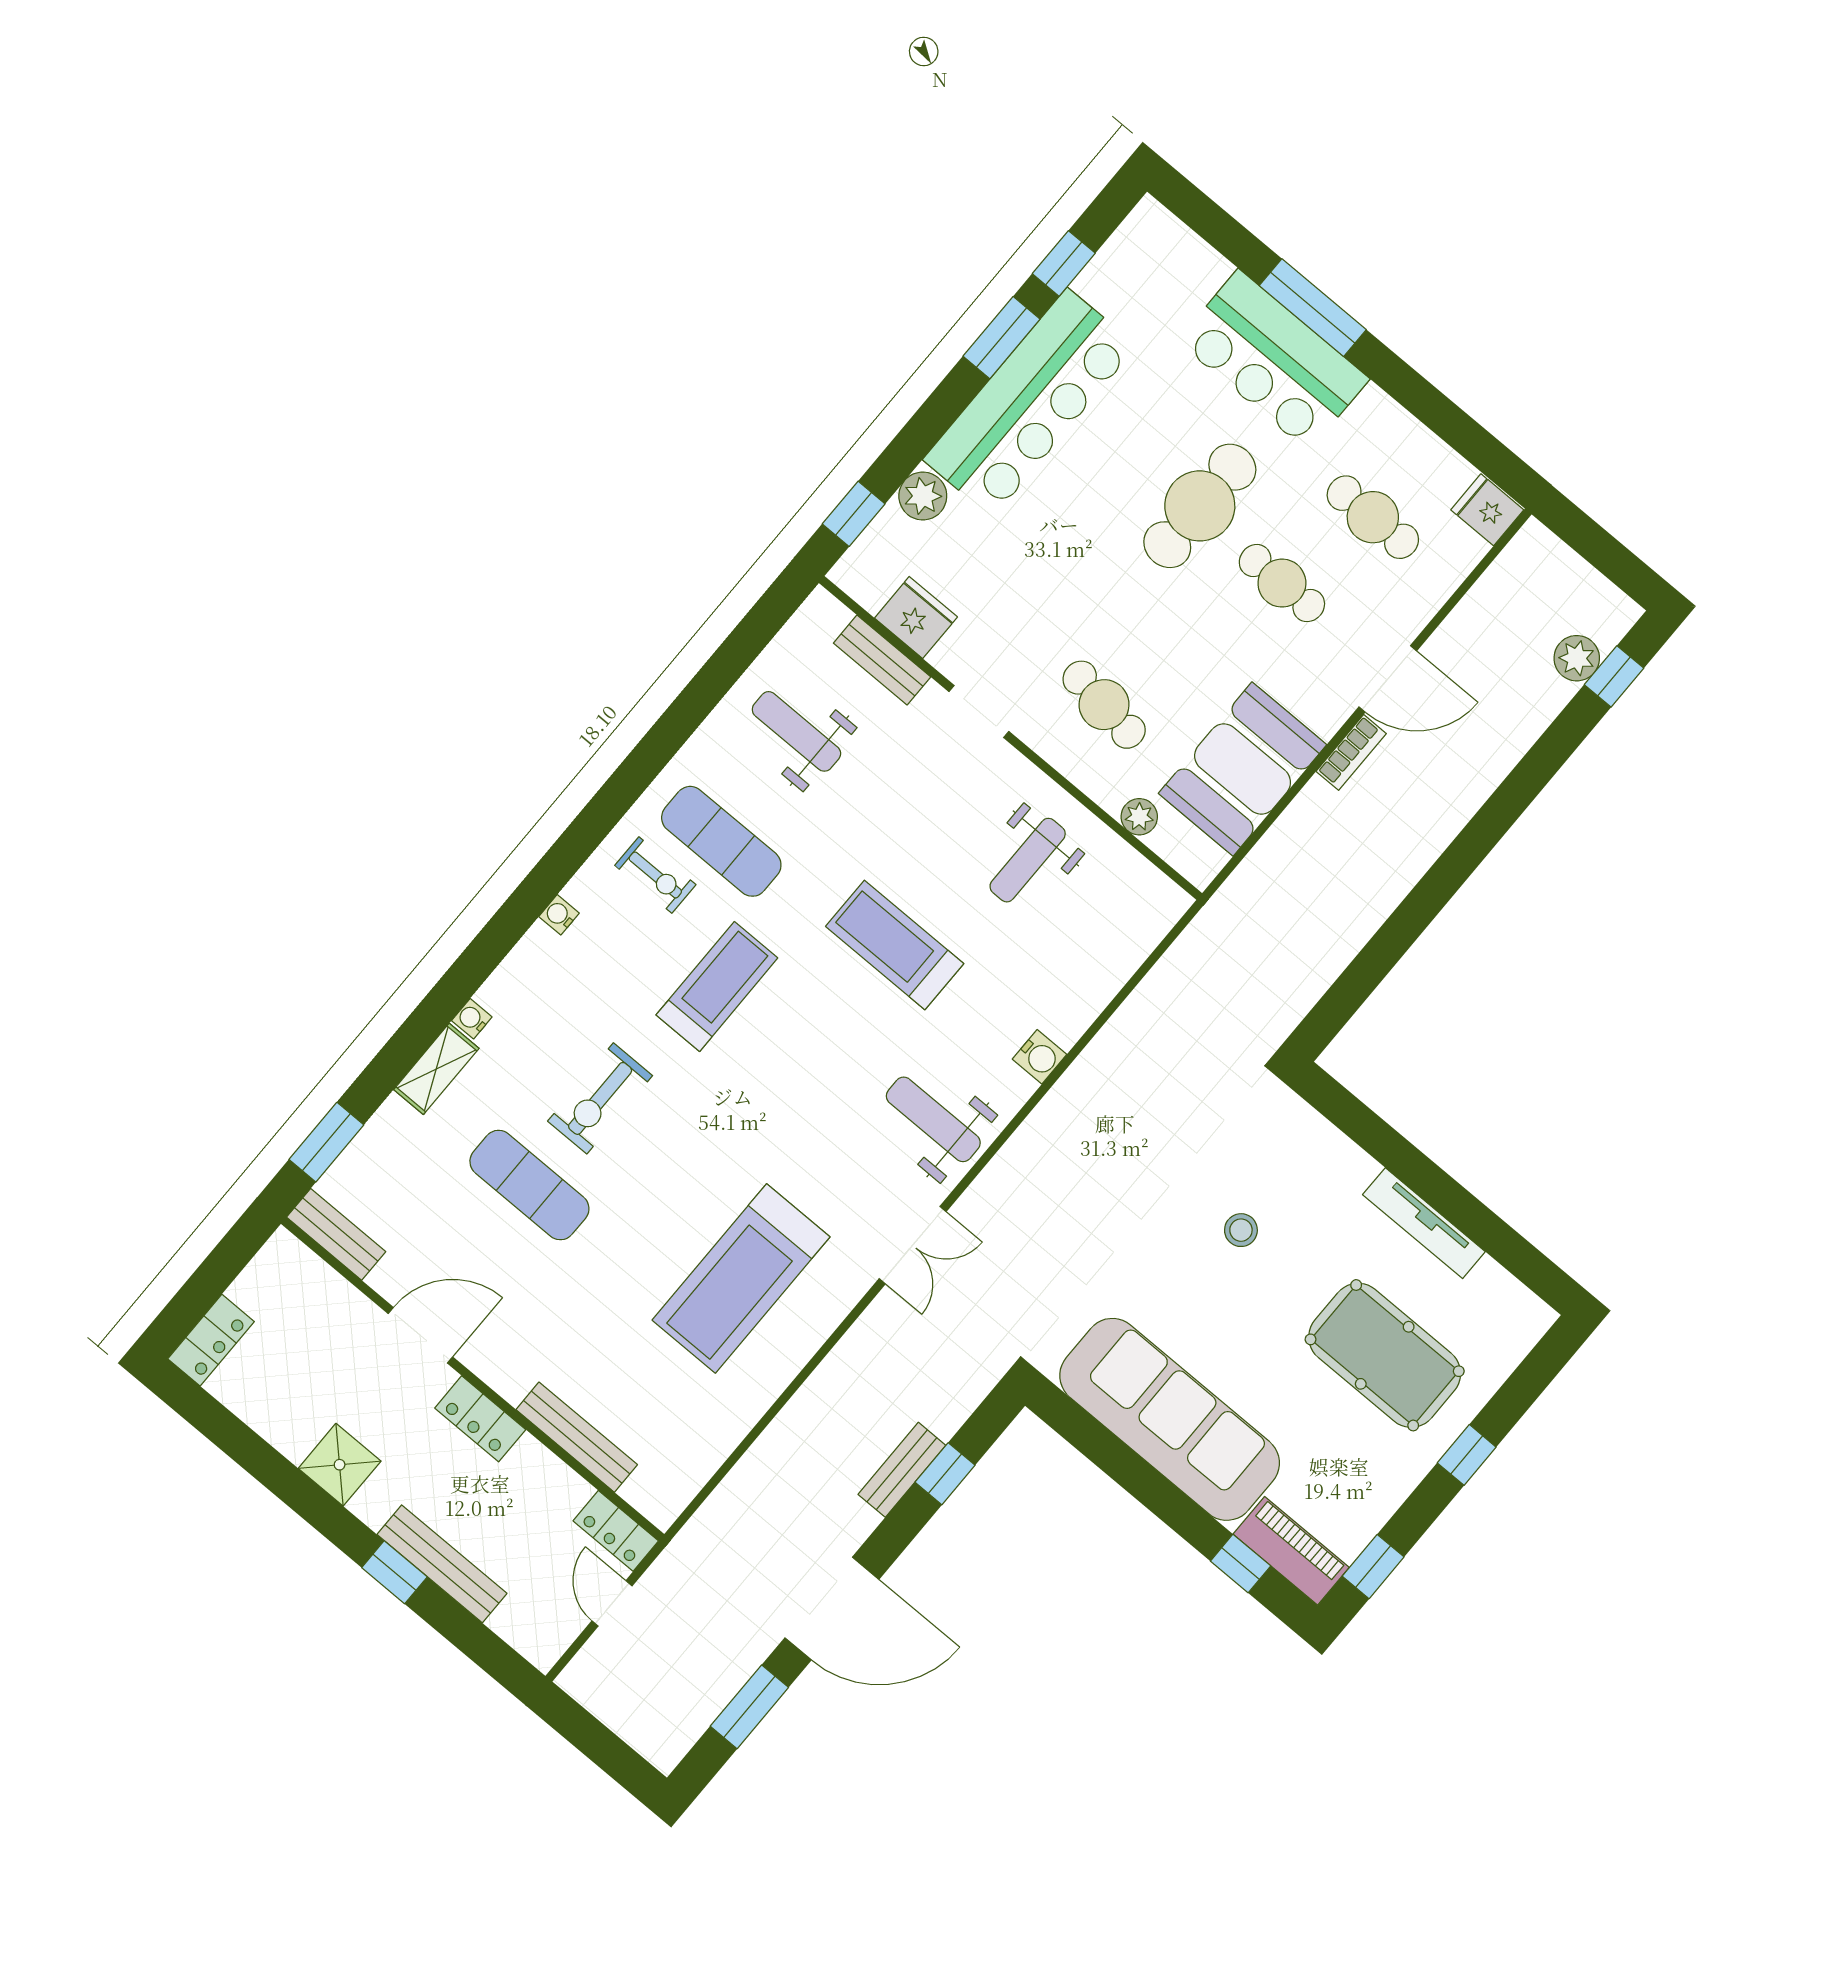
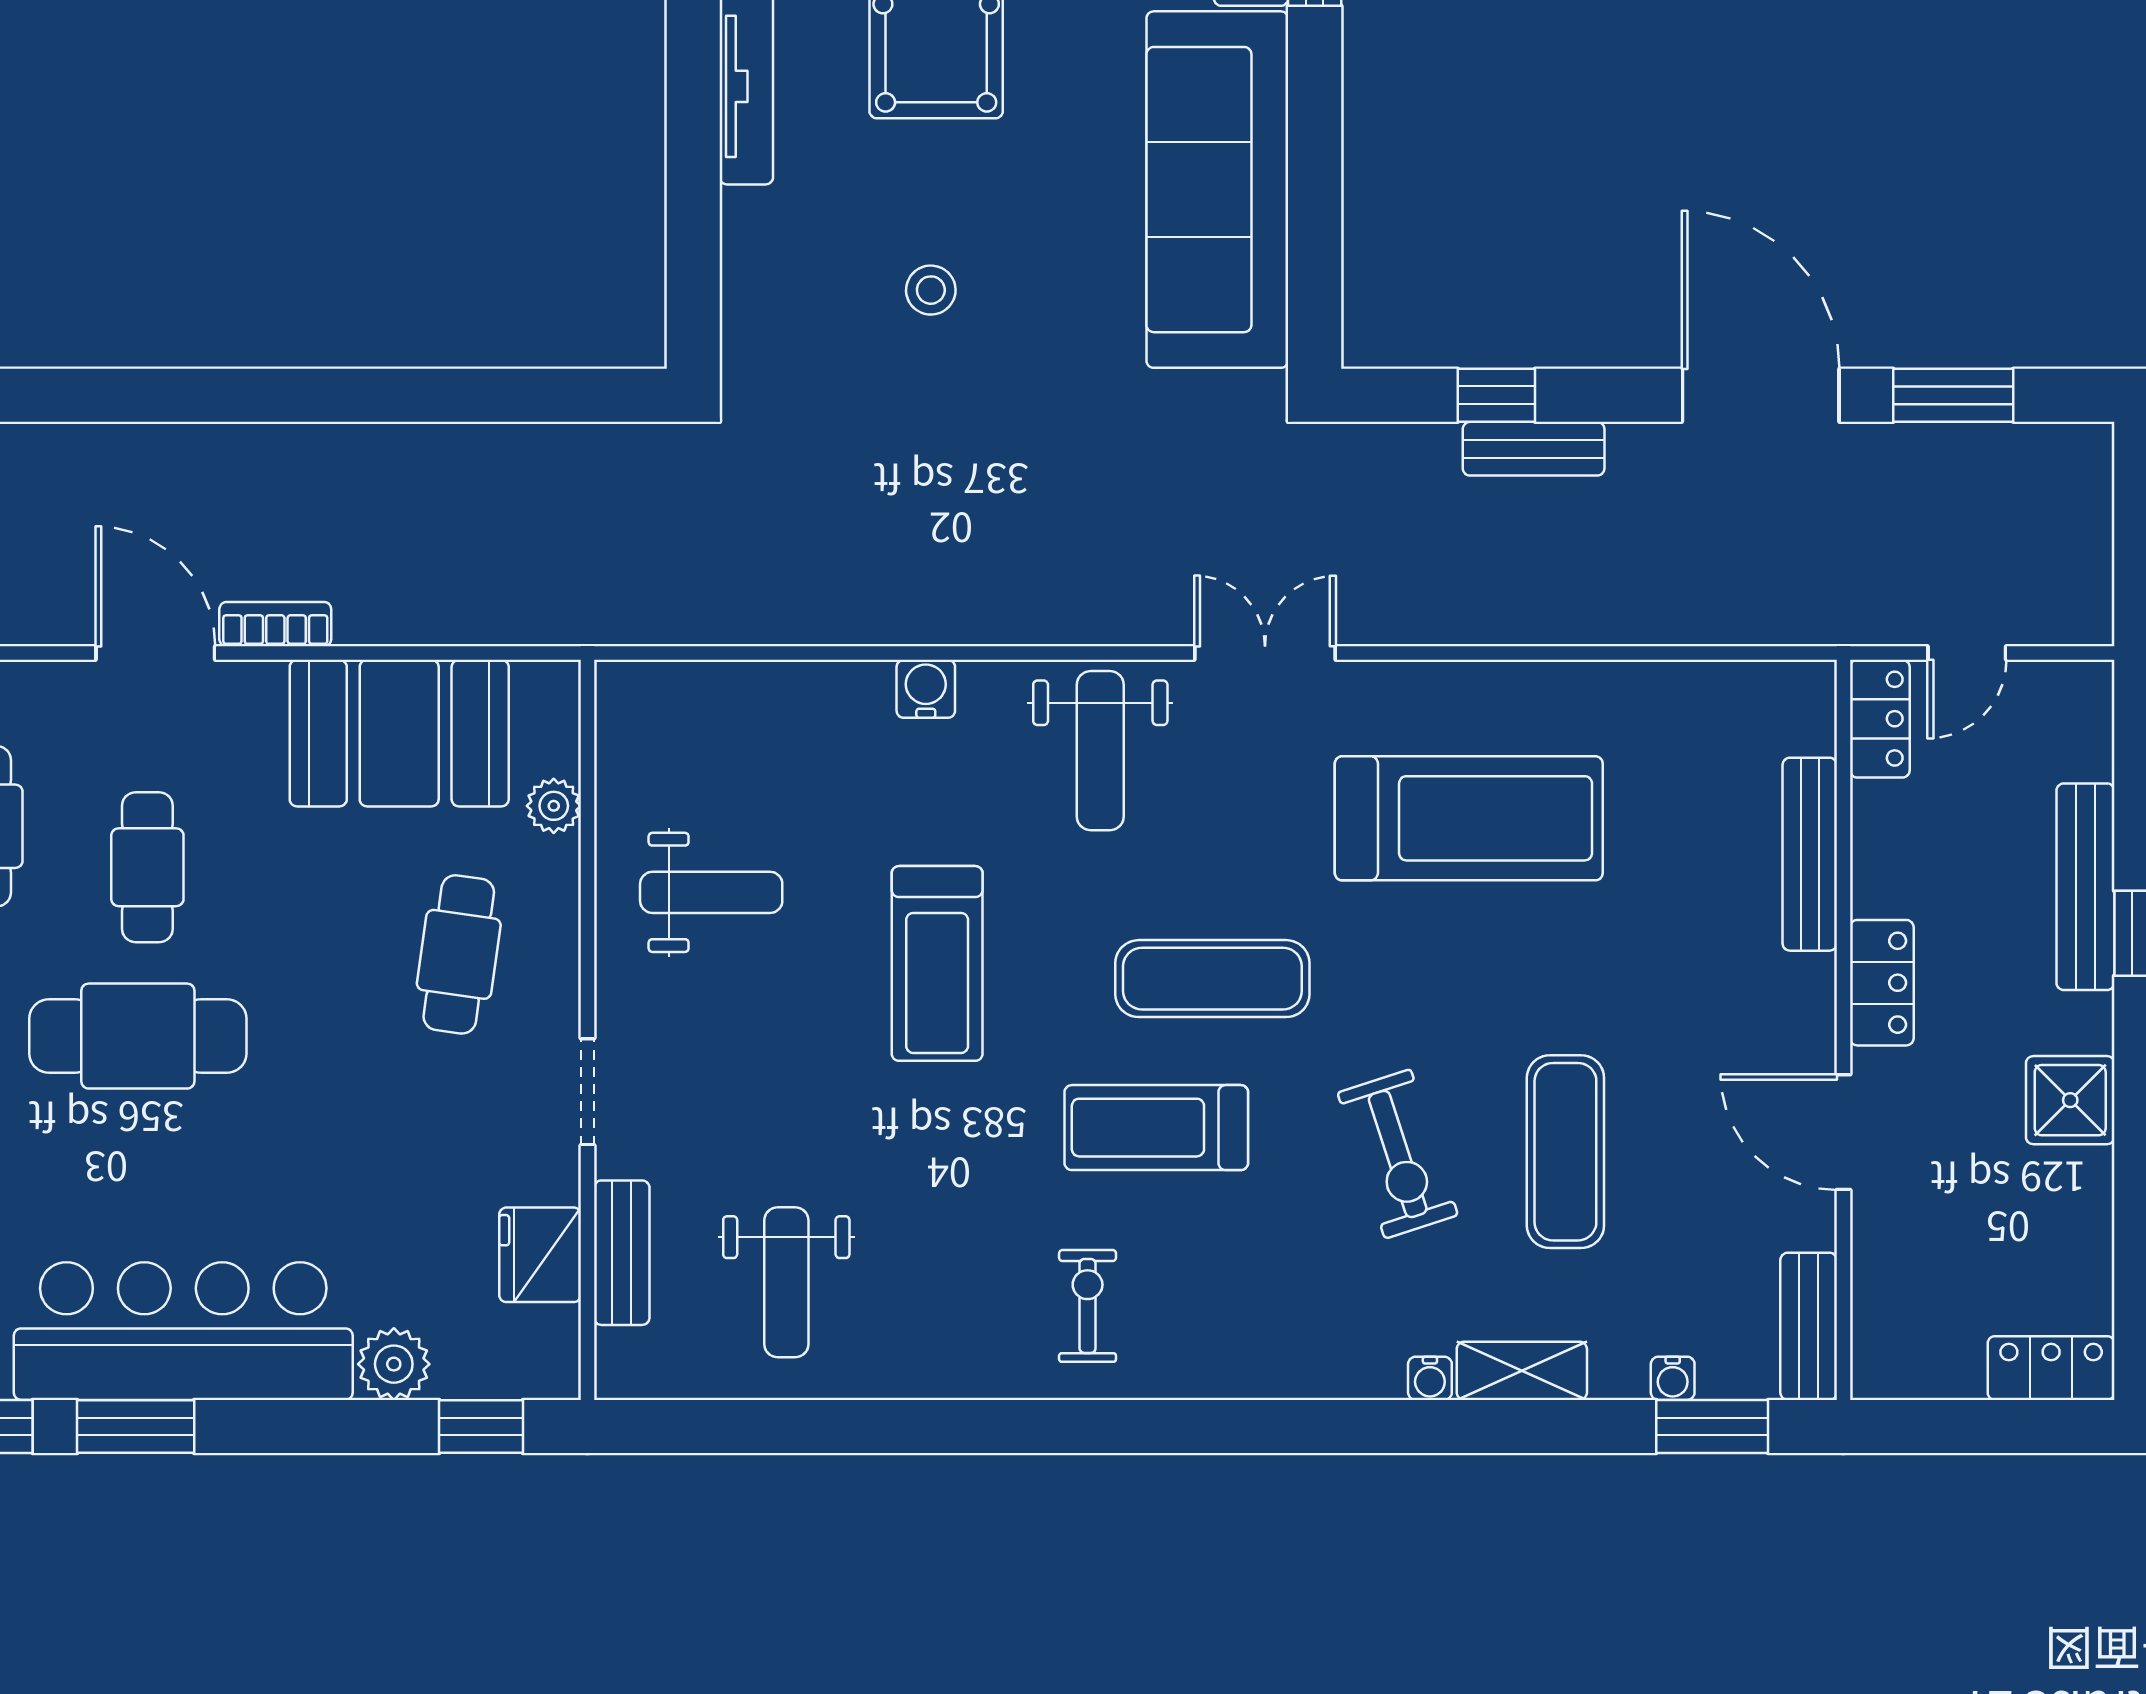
exercise mat: (721, 841) -> (1212, 979), moved, turned 90
water cooler: (559, 915) -> (1673, 1378), moved
exercise bike: (600, 1098) -> (1398, 1154), turned 72

